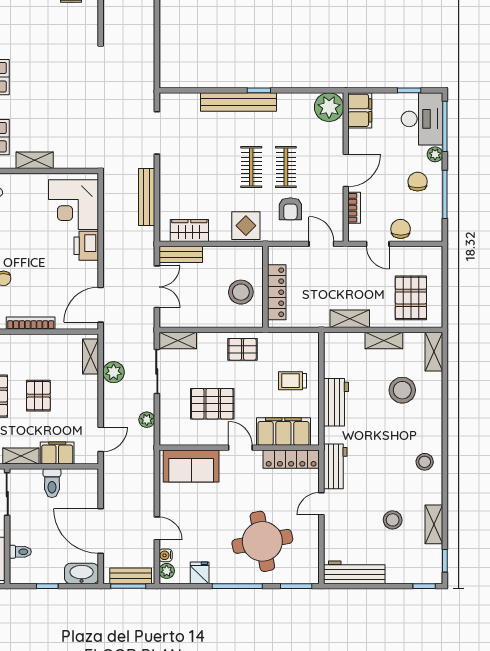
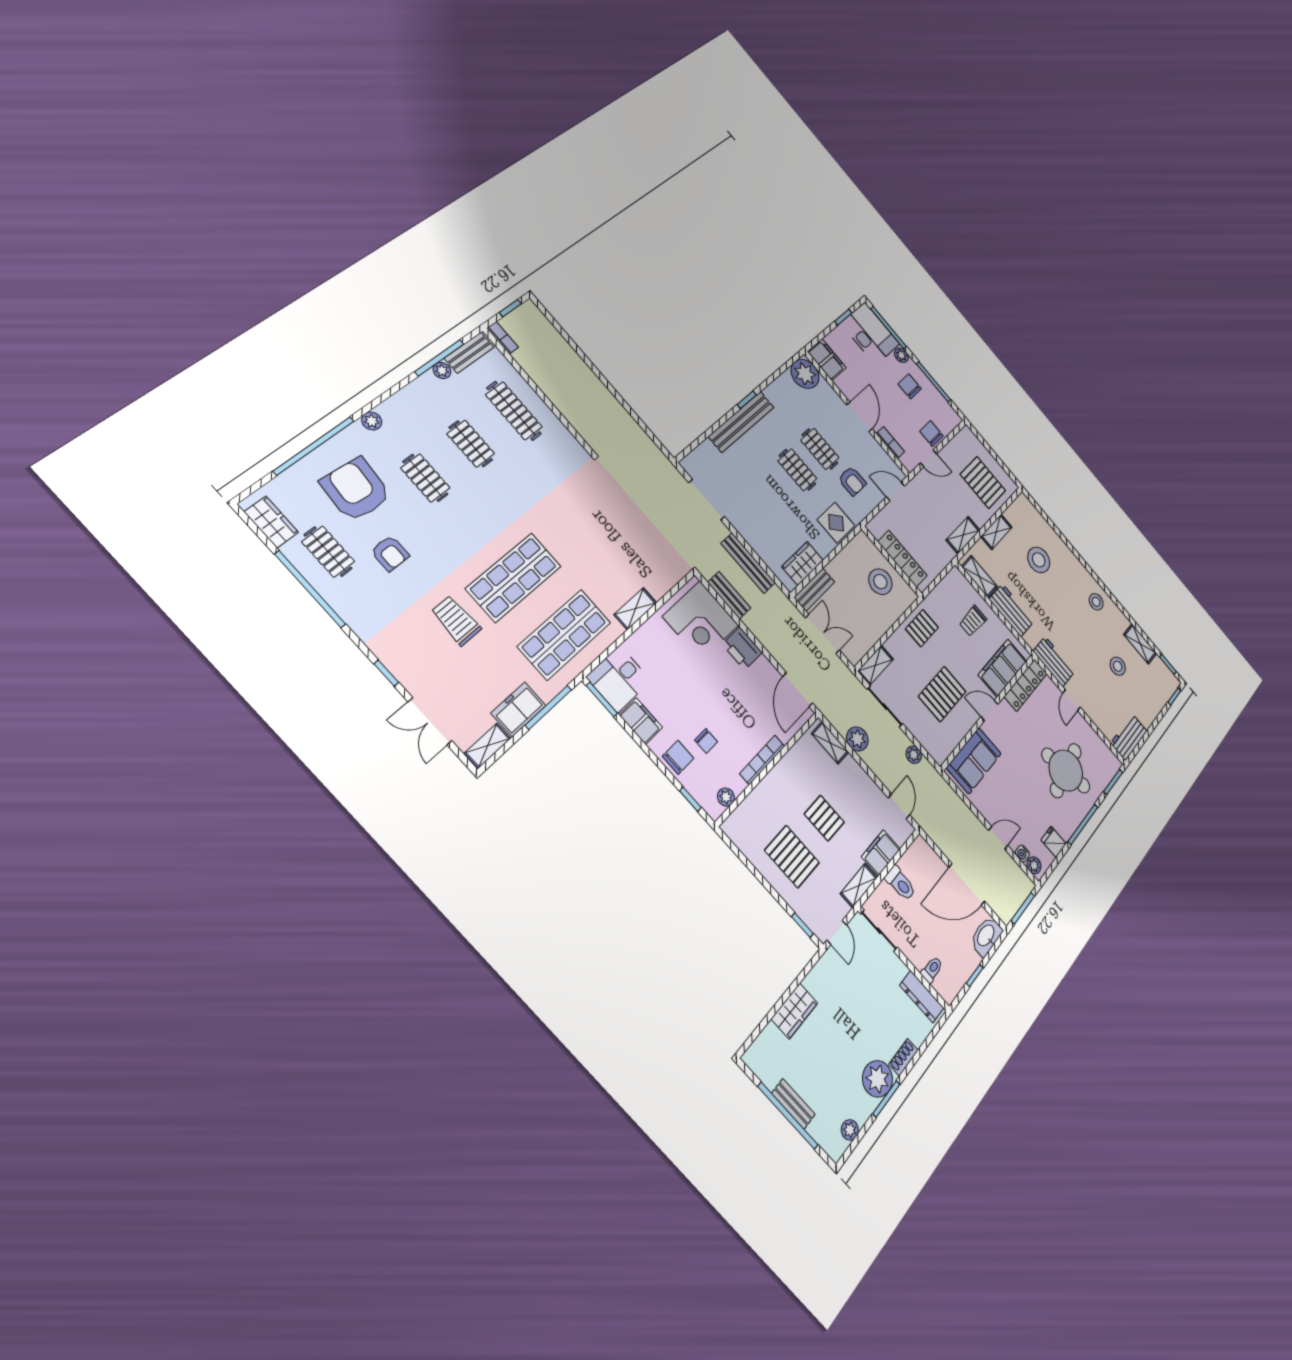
shelving: (434, 352) -> (979, 577), moved
workbench: (354, 572) -> (1129, 737), width x0.73
bench: (131, 576) -> (729, 595), moved, turned 90

